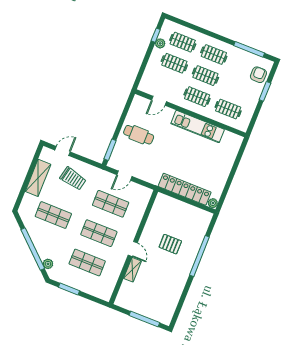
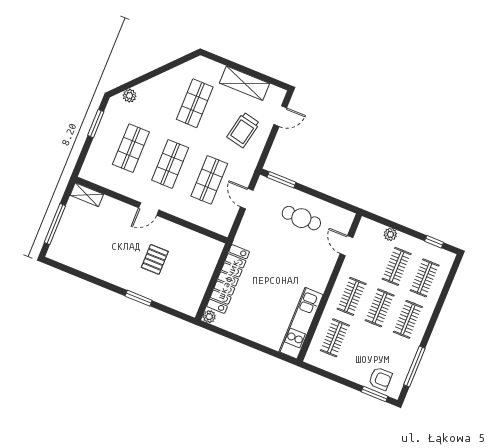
plant: (160, 43) -> (390, 234), moved
window: (265, 91) -> (375, 394), moved
kitchen unit: (198, 127) -> (301, 323), moved
cafe table: (139, 135) -> (301, 218), turned 90
door: (62, 151) -> (280, 116), hinge flipped
window: (33, 249) -> (149, 75), removed
window: (199, 256) -> (139, 298), width x0.47
shelving: (132, 270) -> (87, 195), moved

